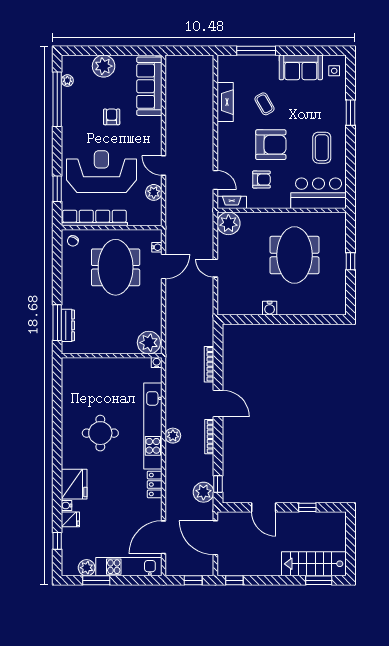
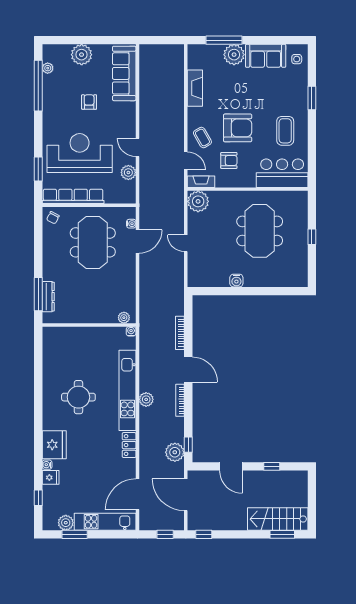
plant: (267, 66) -> (234, 55), added
coffee table: (264, 104) -> (202, 137), moved
plant: (149, 343) -> (124, 318), width x0.53, depth x0.53

